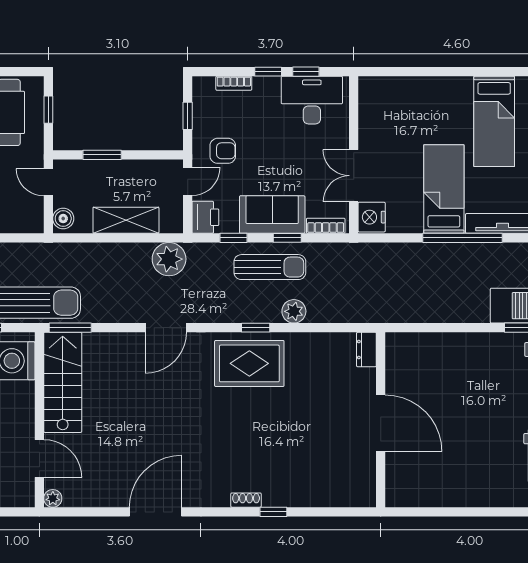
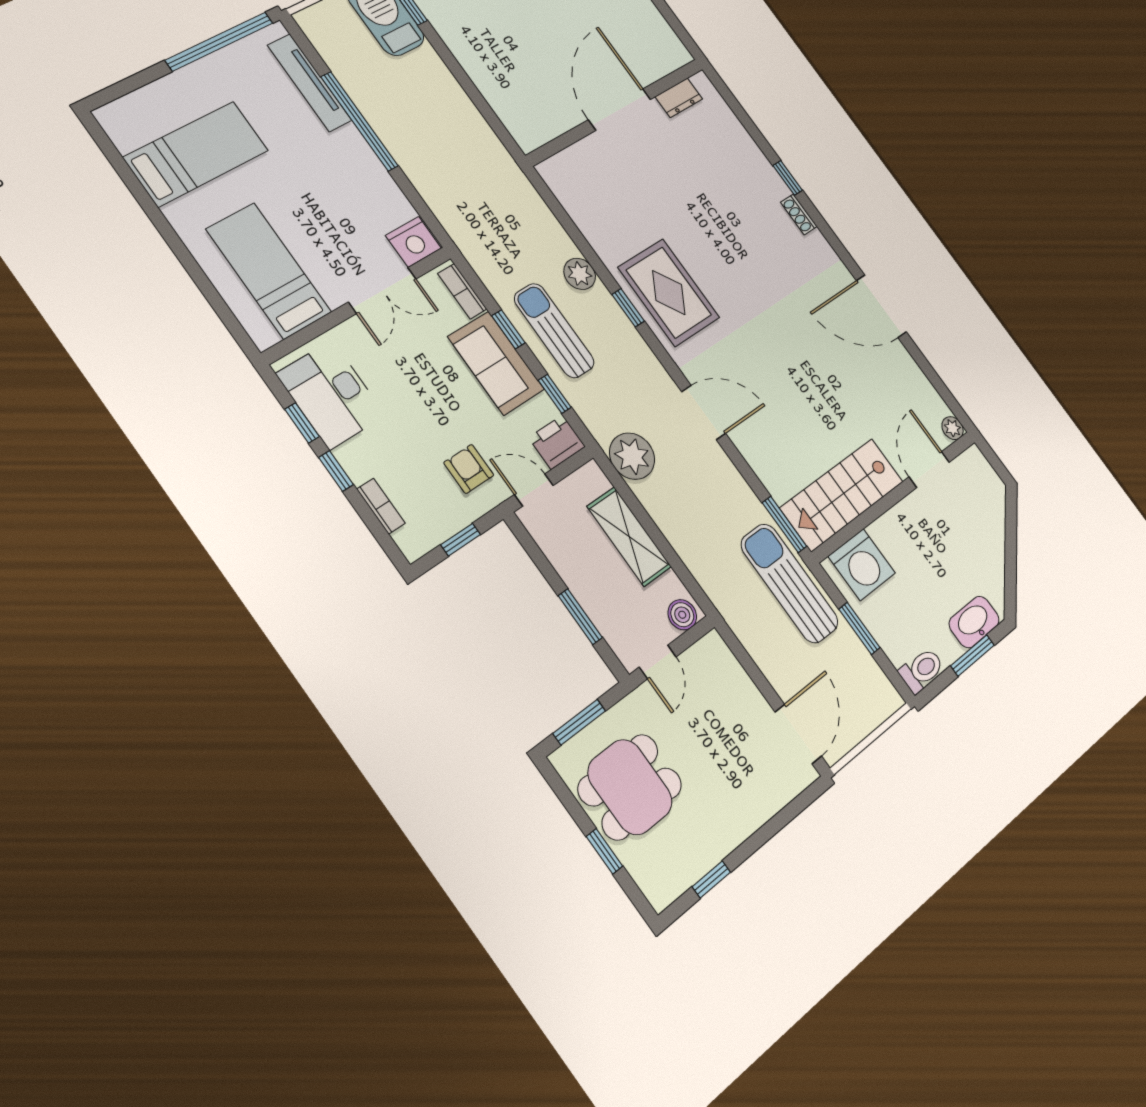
window: (48, 110) -> (579, 722), width x1.50
bed: (444, 189) -> (269, 271), moved, turned 90
dresser: (366, 350) -> (679, 98), moved

